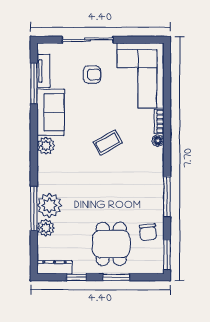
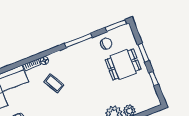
coffee table: (108, 143) -> (54, 83), moved
dresser: (54, 267) -> (153, 95), removed

